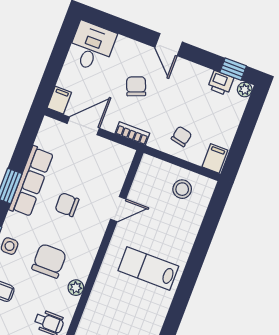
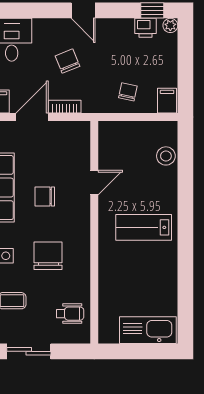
bookcase: (132, 133) -> (65, 107), moved
stool: (182, 189) -> (166, 156), moved
plant: (76, 288) -> (83, 271), removed

